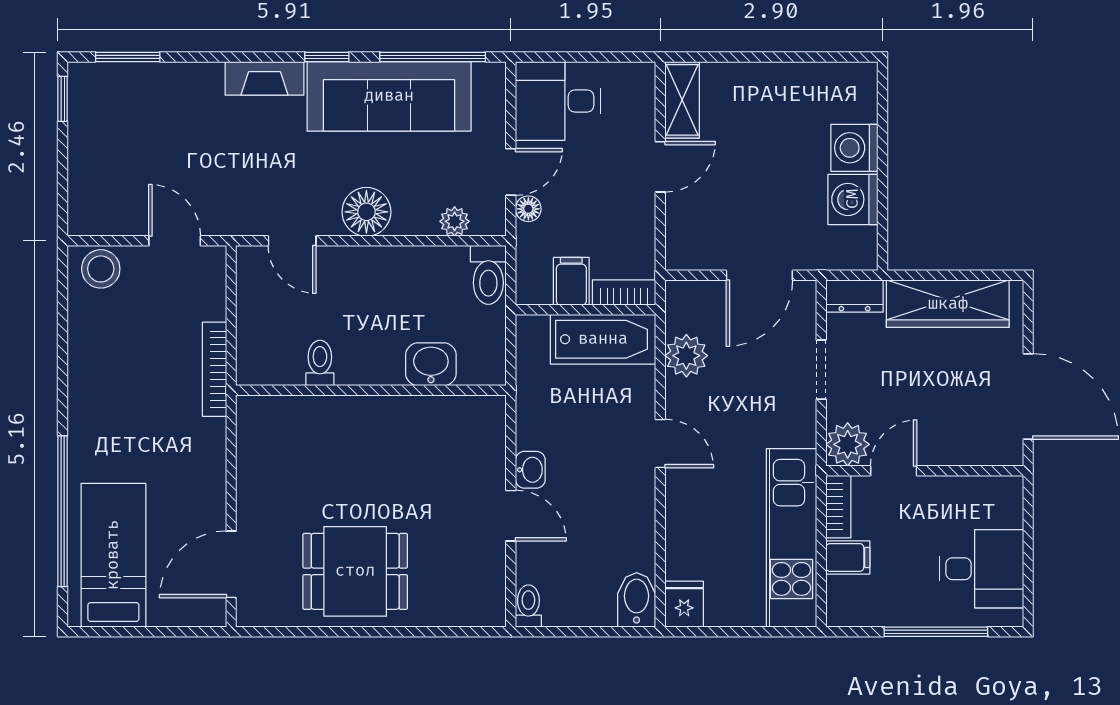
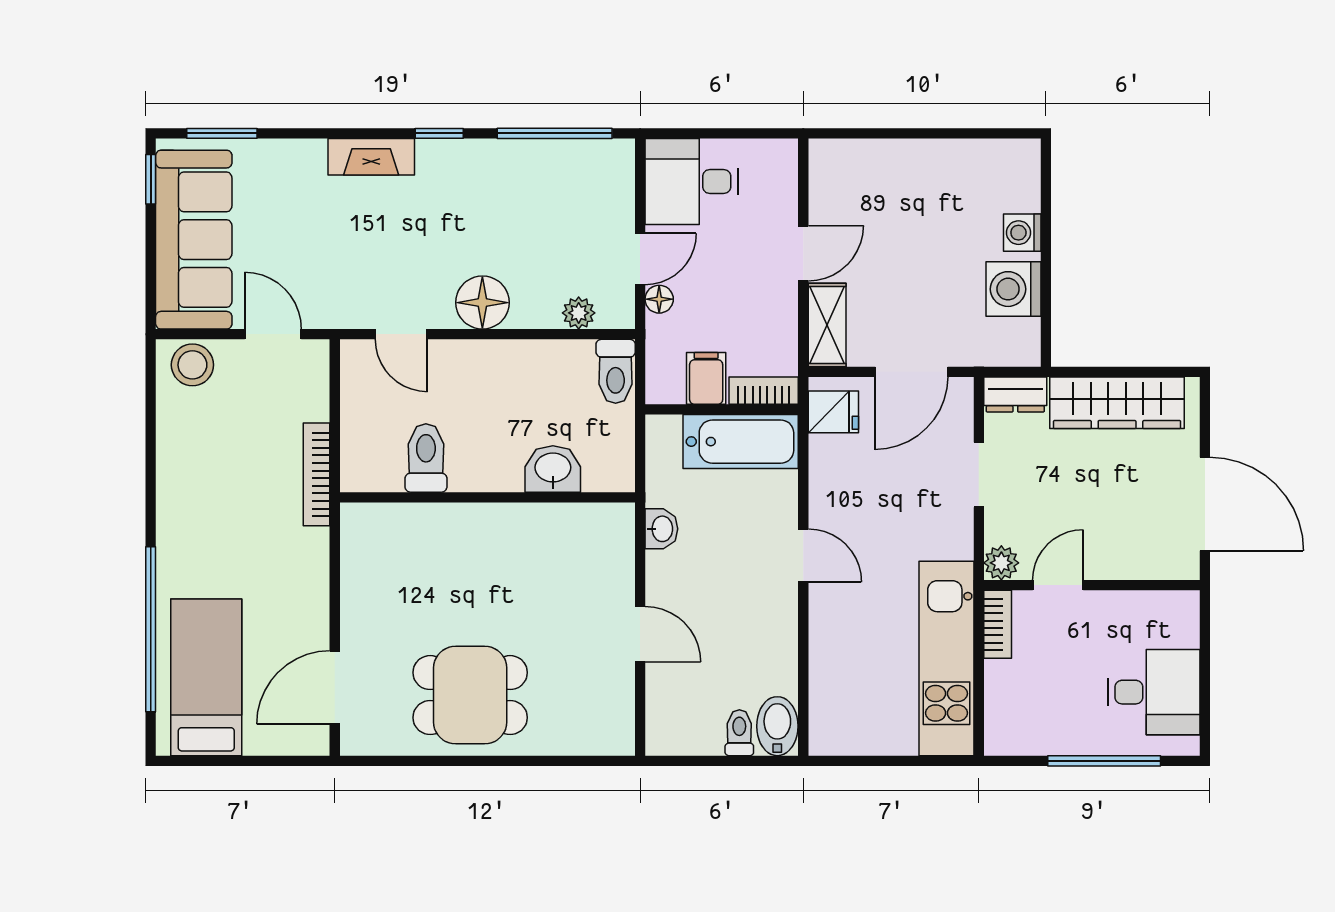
sofa: (389, 96) -> (194, 240), moved, turned -90
shelving: (682, 100) -> (827, 325), moved
washing machine: (854, 148) -> (1022, 233), width x0.73, depth x0.73
plant: (686, 356) -> (832, 460), removed
toilet: (320, 363) -> (426, 458), width x1.37, depth x1.39
plant: (848, 444) -> (1001, 563), width x0.73, depth x0.73
washbasin: (530, 470) -> (661, 529), moved
filing cabinet: (848, 558) -> (1008, 680), removed
fridge: (684, 604) -> (833, 412), moved, turned 90
toilet: (528, 606) -> (739, 733), moved

